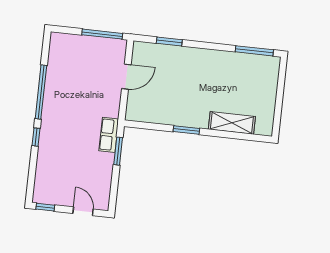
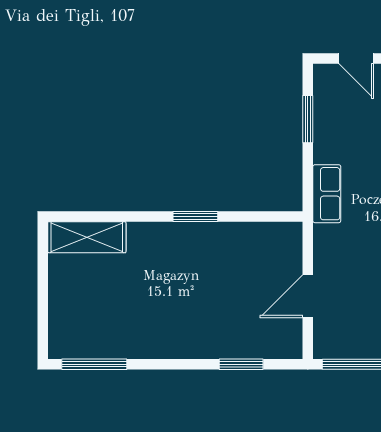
shelving: (232, 123) -> (87, 237), moved
window: (118, 151) -> (308, 119), moved

